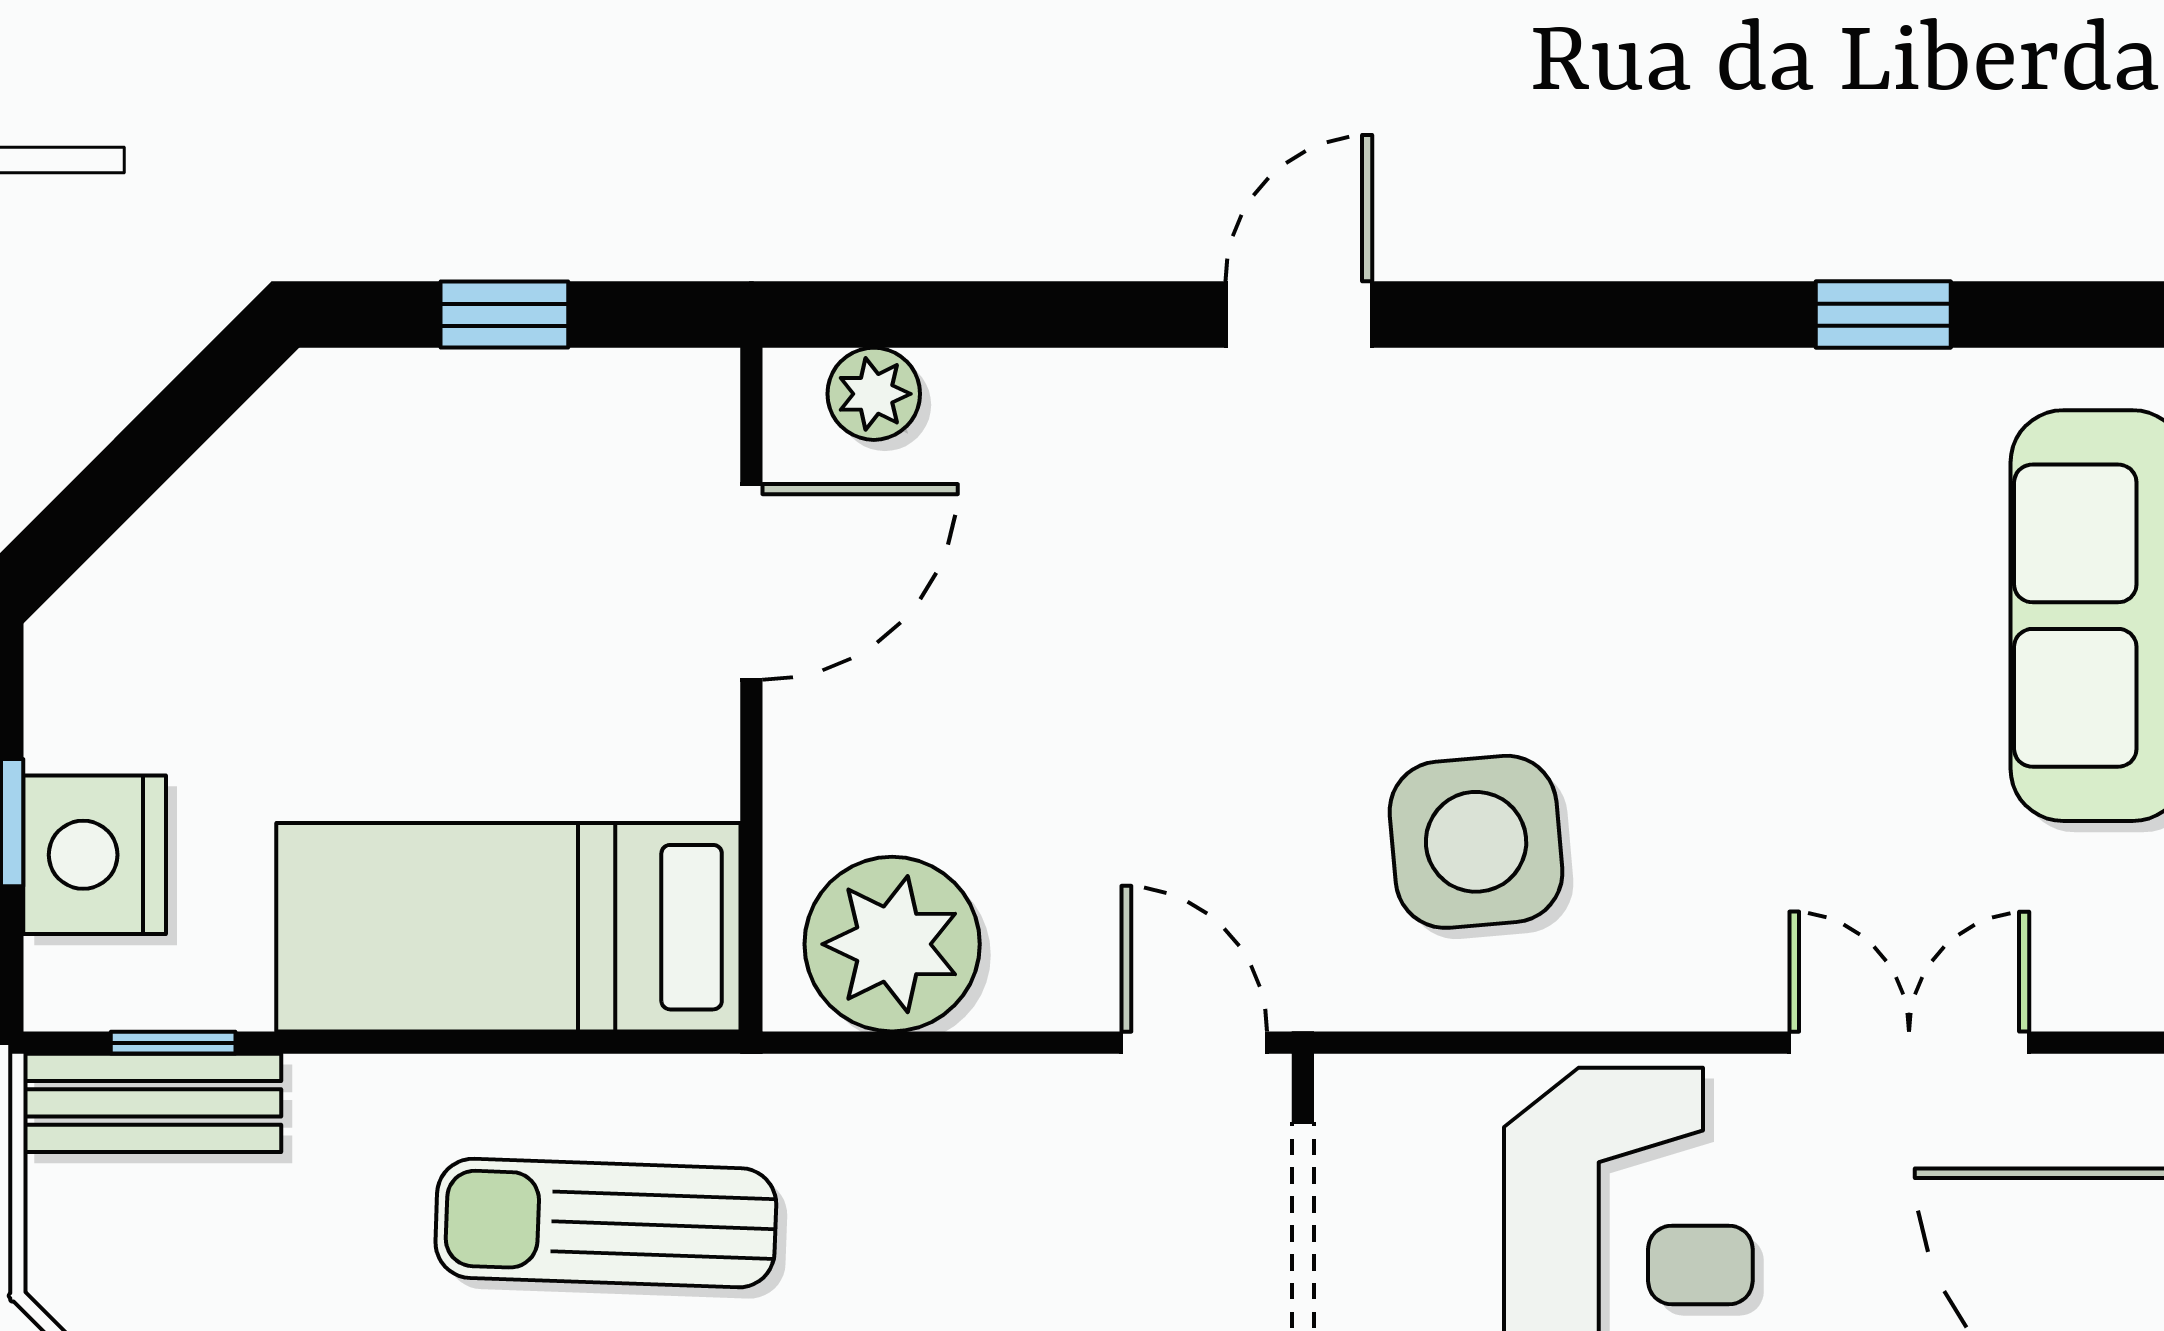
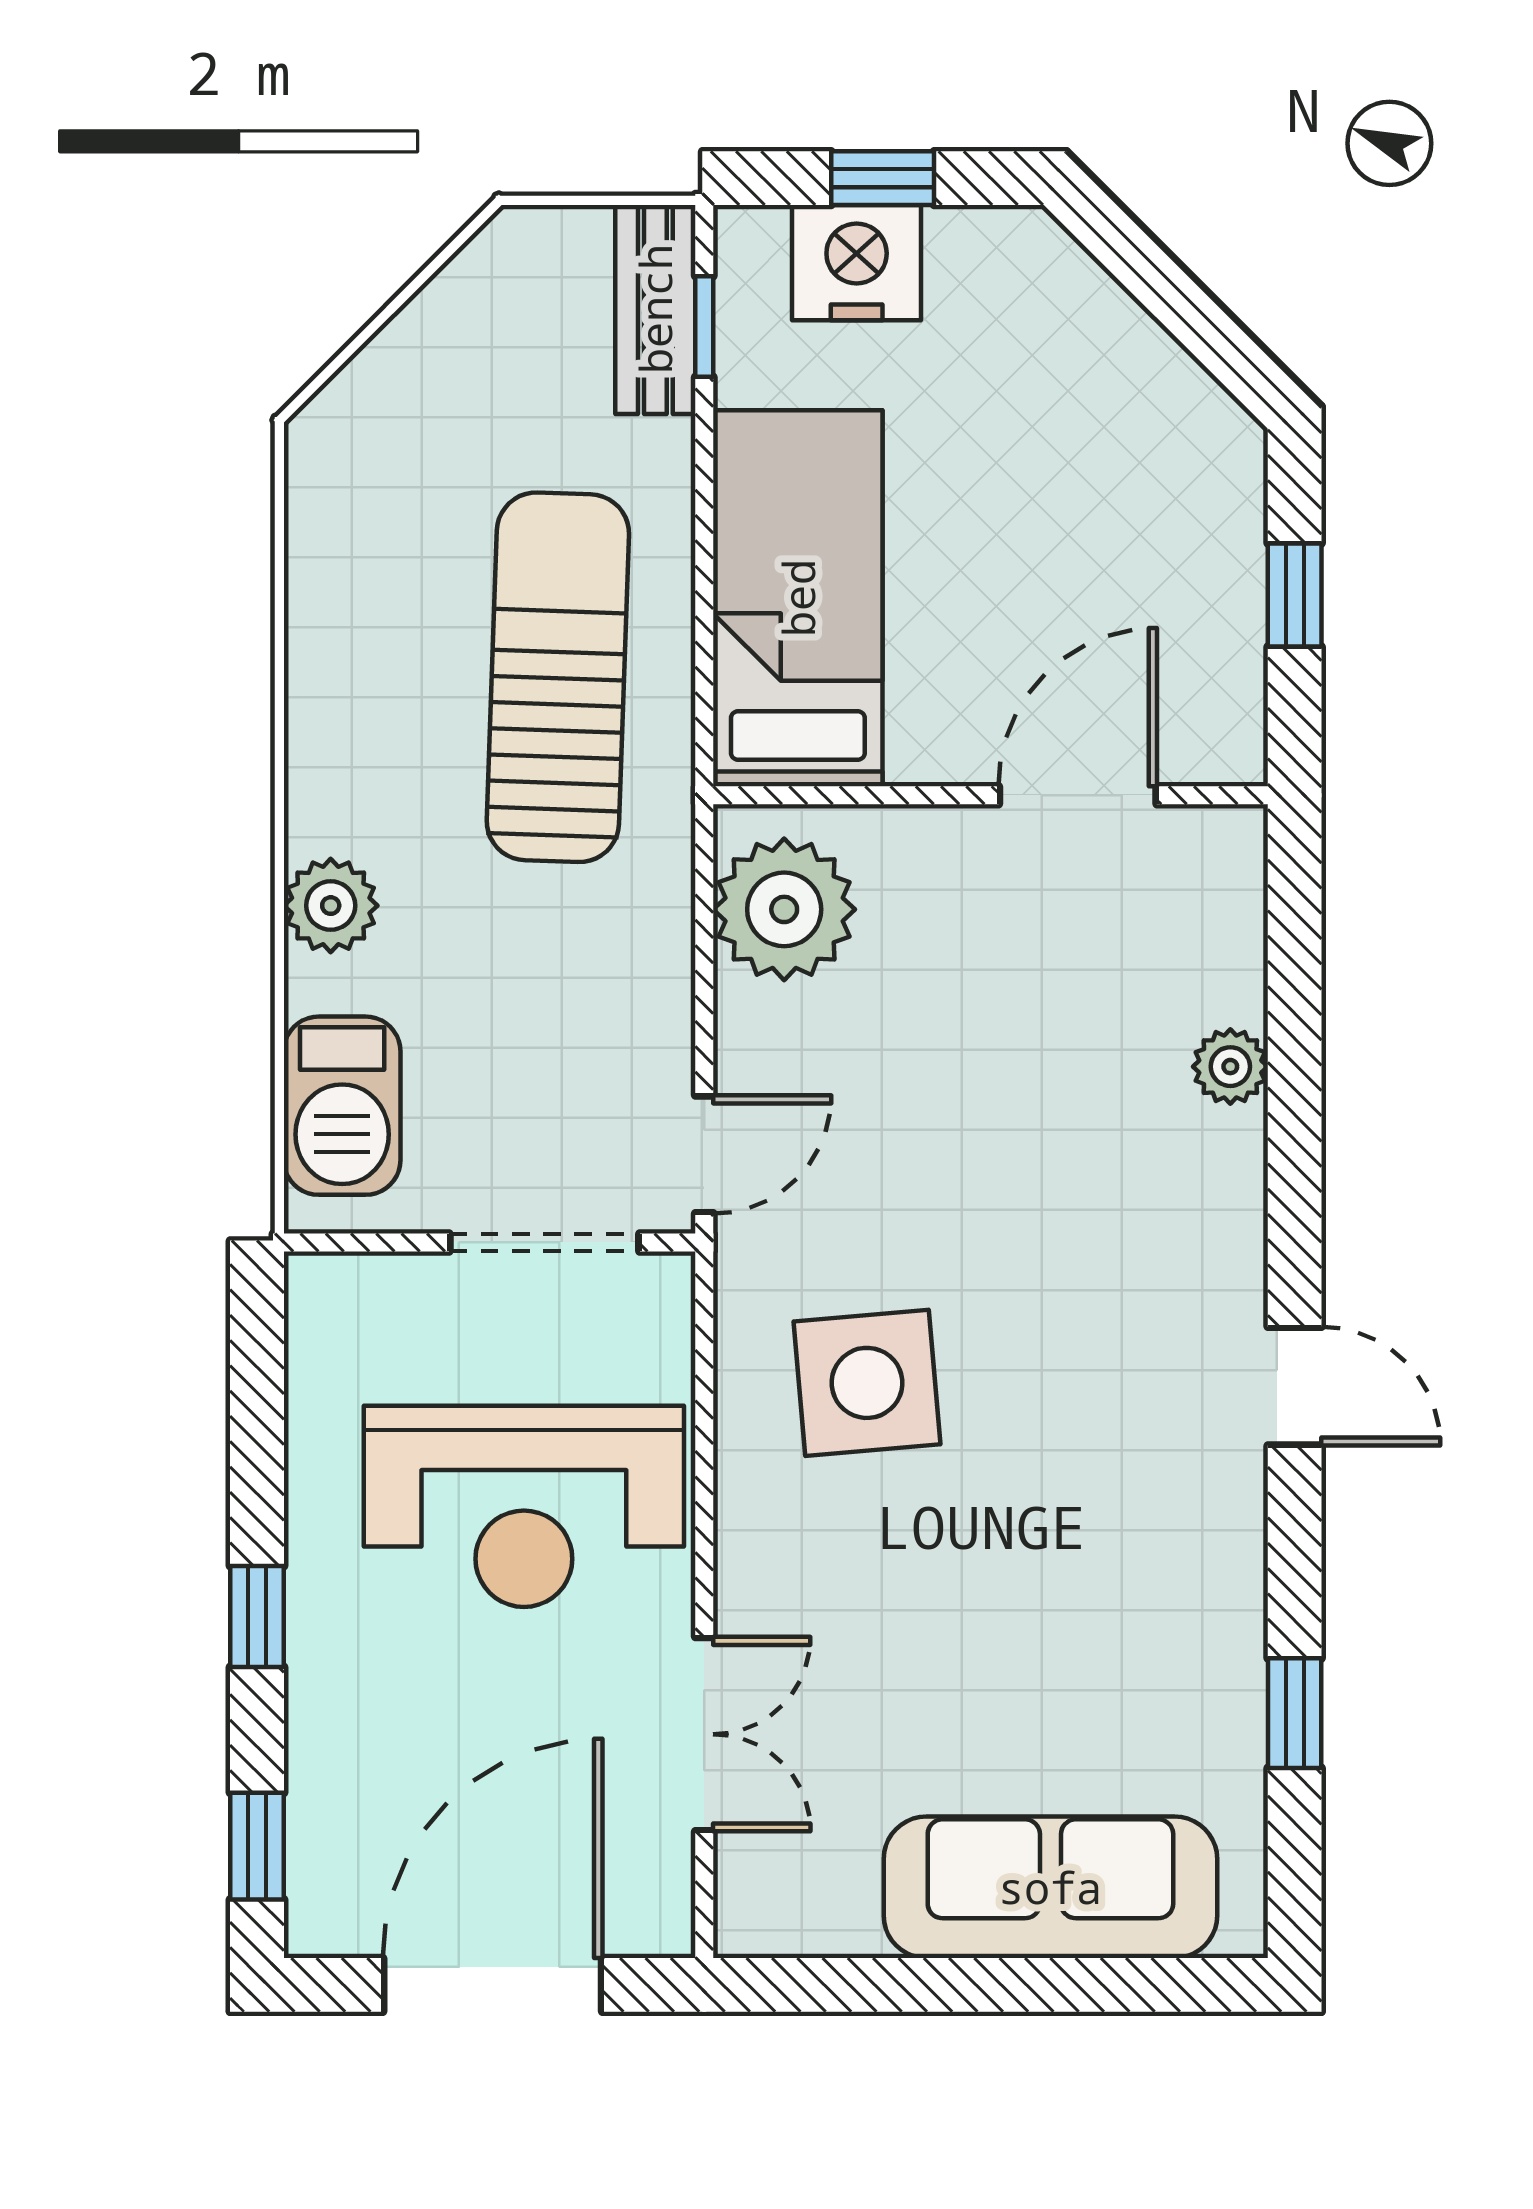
door: (1299, 315) -> (1295, 1386), moved
plant: (874, 394) -> (1230, 1067), moved
door: (751, 582) -> (1078, 795), swing flipped
sun lounger: (606, 1223) -> (558, 677), width x1.36, depth x1.34

